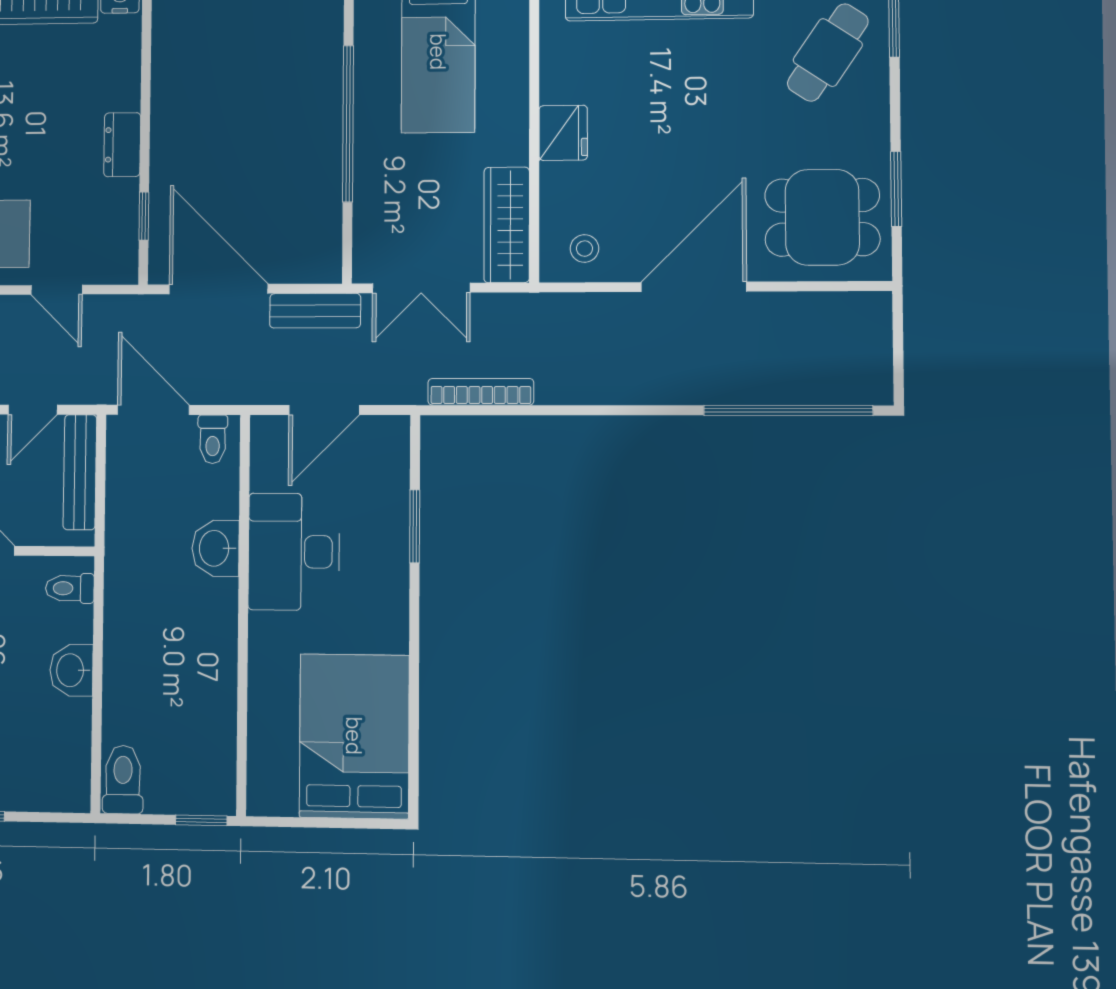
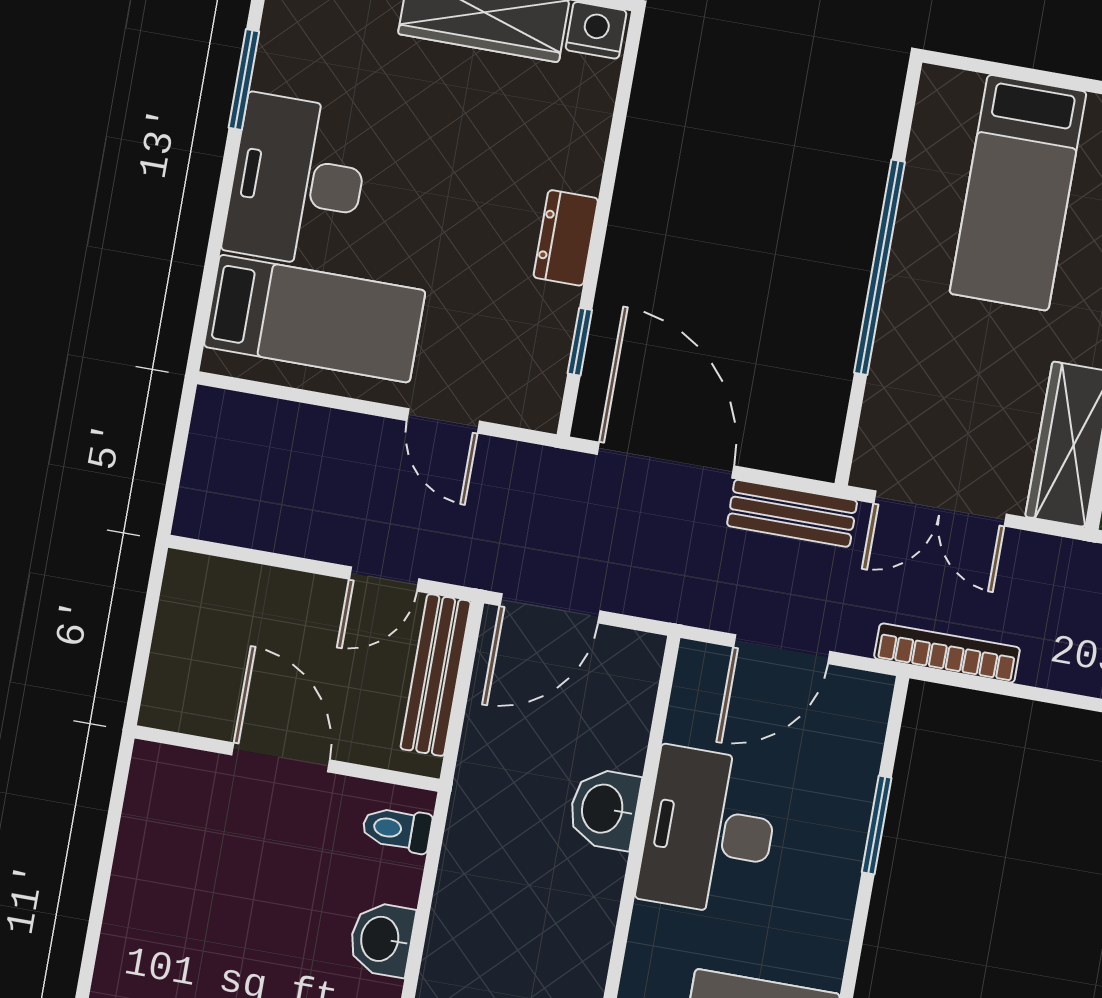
bookcase: (481, 392) -> (947, 653), moved
door: (153, 410) -> (550, 608), swing flipped
toilet: (213, 439) -> (624, 662), removed

